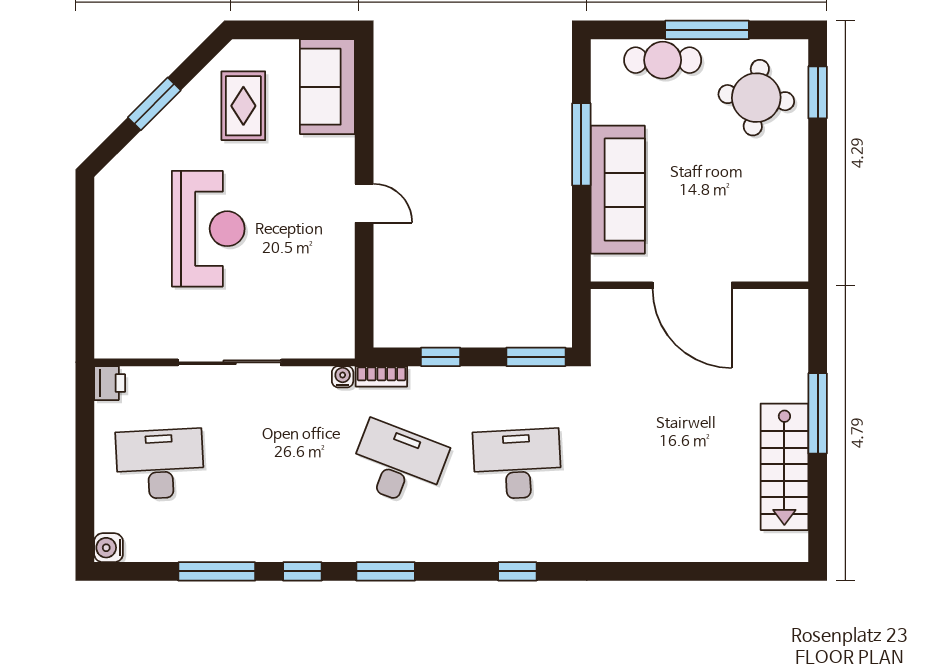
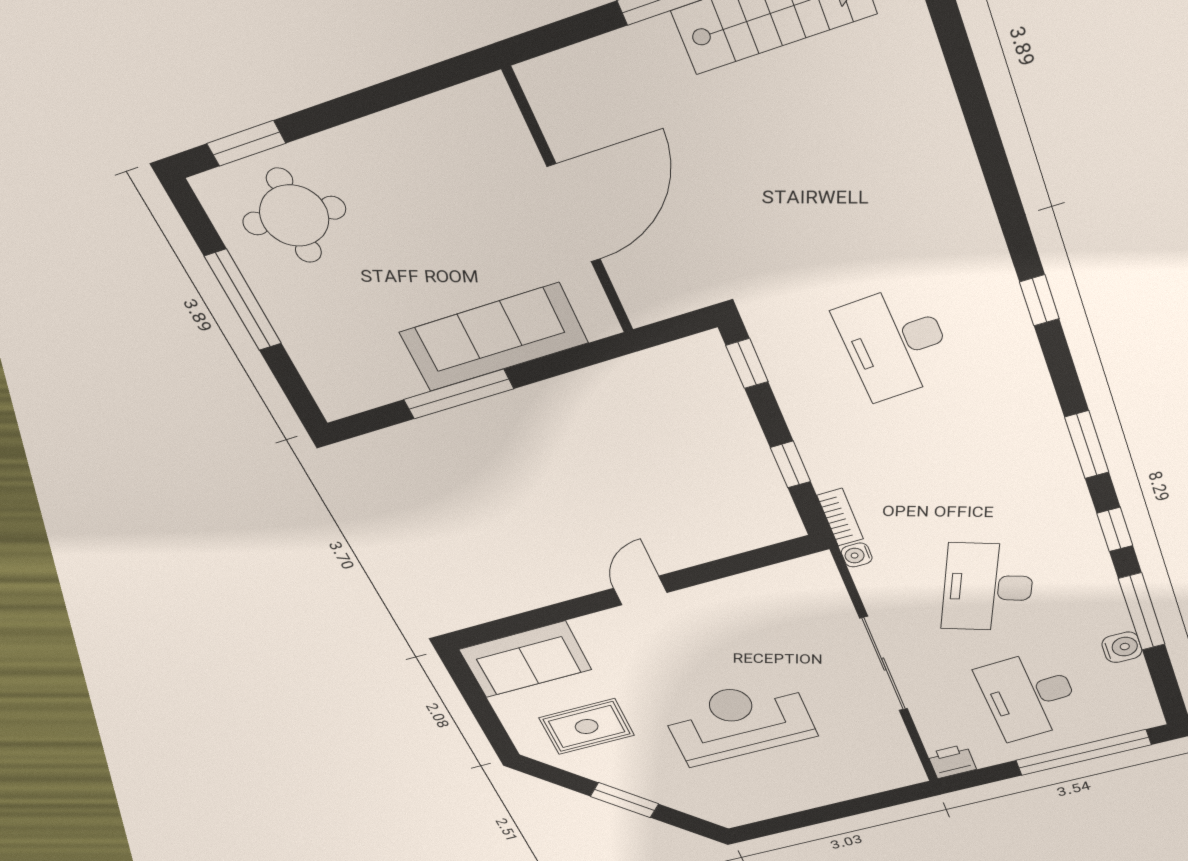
cafe table: (663, 60) -> (308, 338), removed
window: (536, 357) -> (747, 364), width x0.67
desk: (398, 464) -> (988, 587), moved
window: (85, 490) -> (1083, 753), added
water cooler: (109, 548) -> (1122, 647), moved, turned -90

